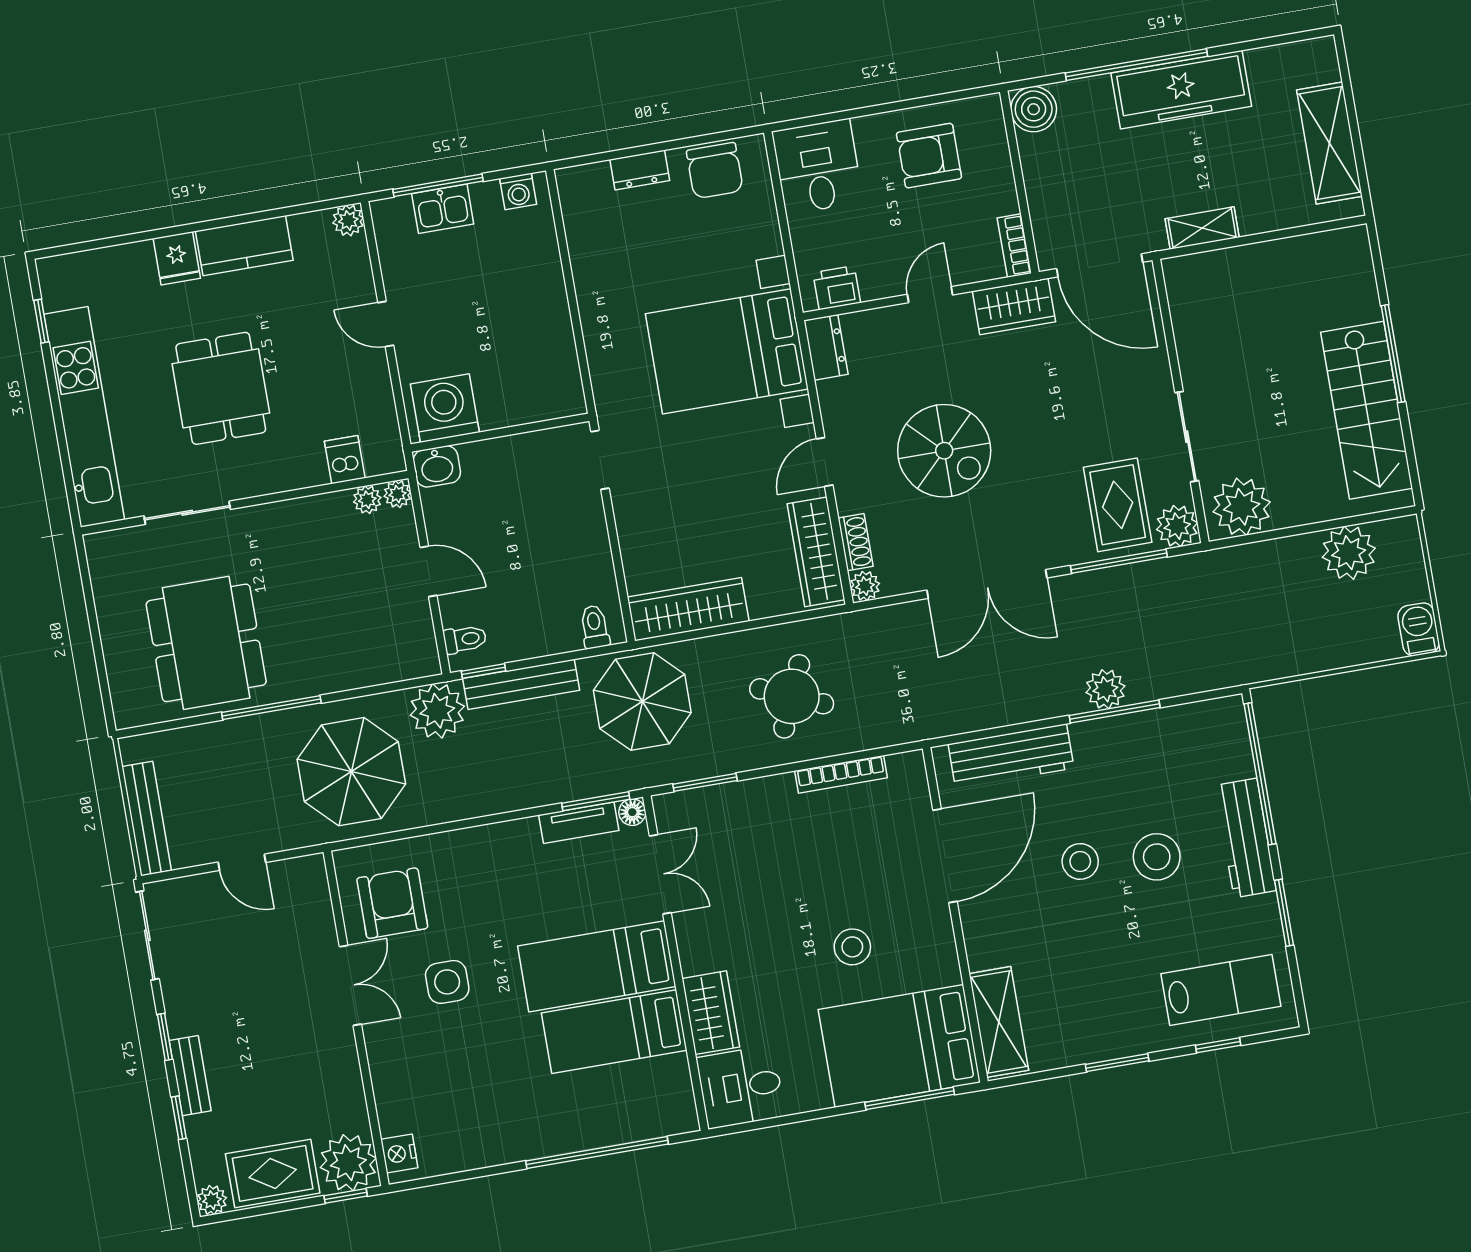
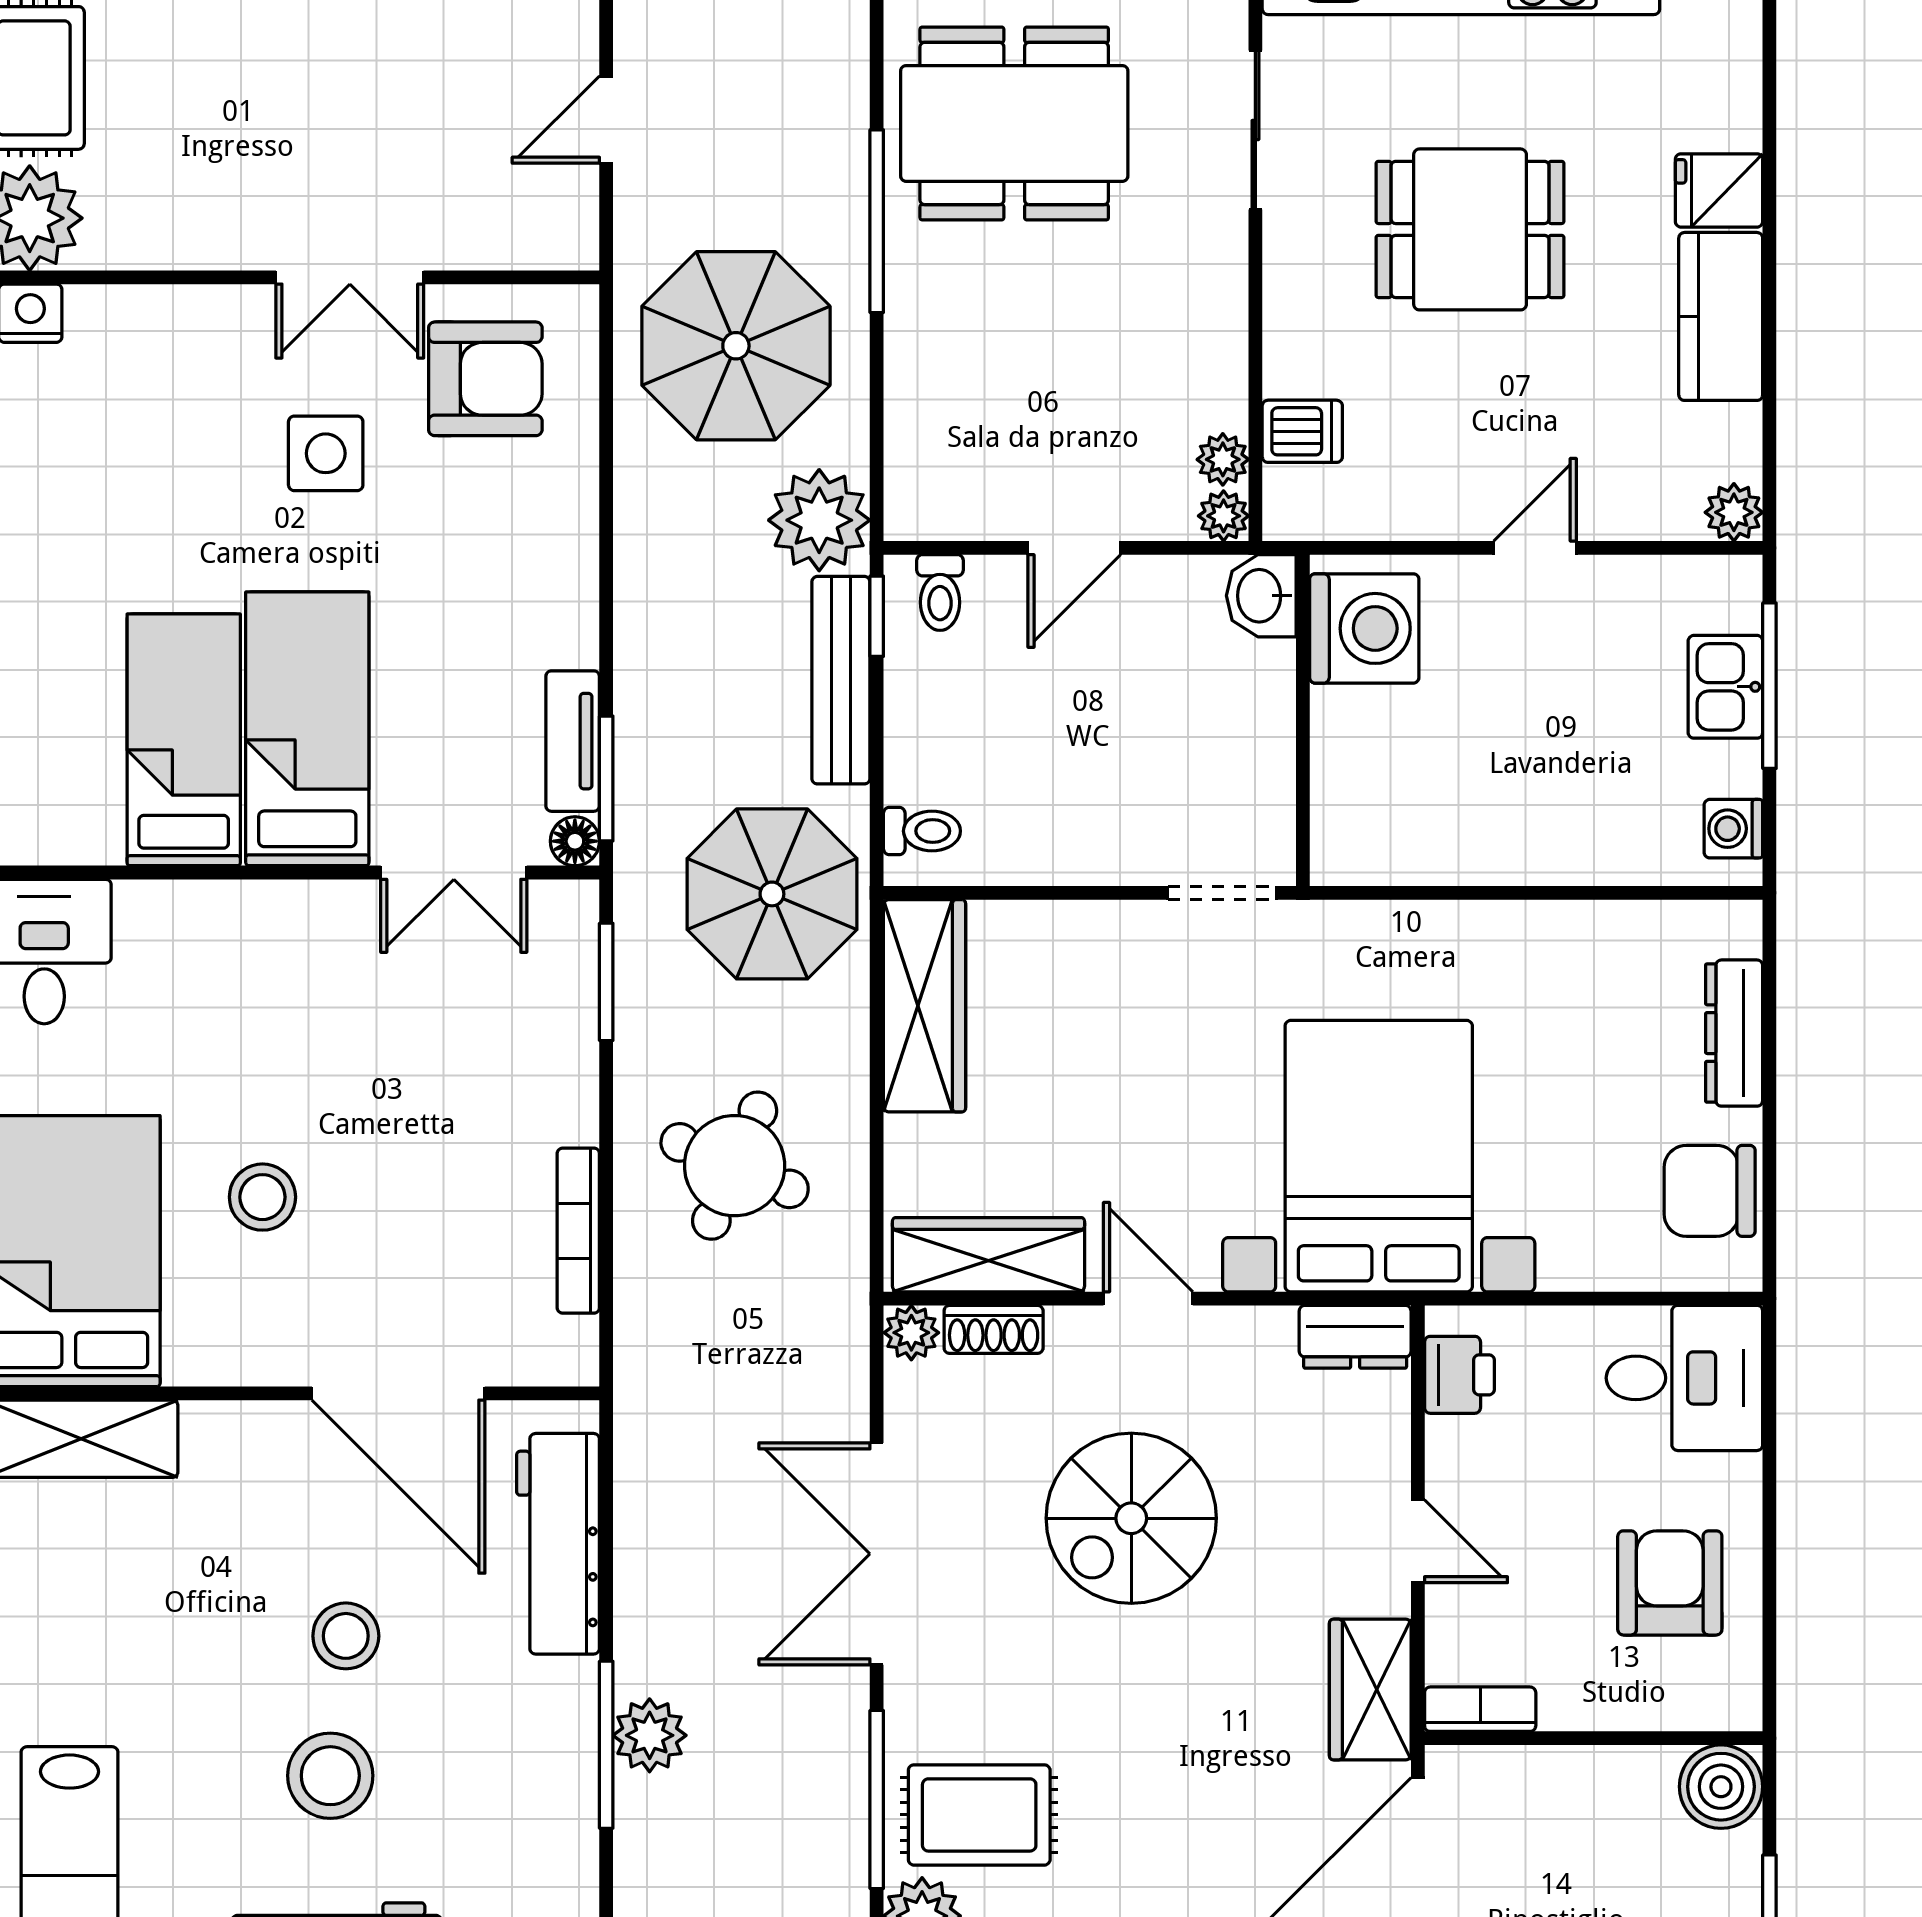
dresser: (640, 170) -> (1734, 1033), width x1.44
wardrobe: (711, 1013) -> (188, 921), removed

